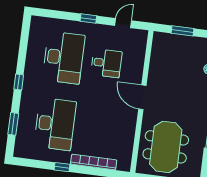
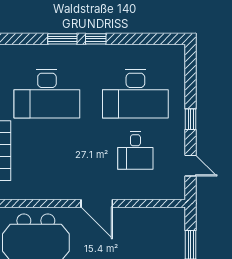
door: (142, 97) -> (97, 203), swing flipped
window: (13, 124) -> (62, 39), moved

